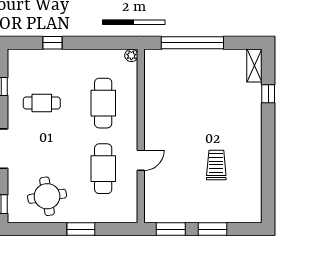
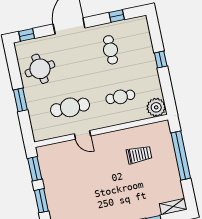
window: (53, 43) -> (161, 59), moved
plant: (131, 55) -> (156, 107), width x1.88, depth x1.88
cafe table: (103, 103) -> (120, 97), width x0.73, depth x0.74
trolley: (216, 165) -> (139, 155), moved

